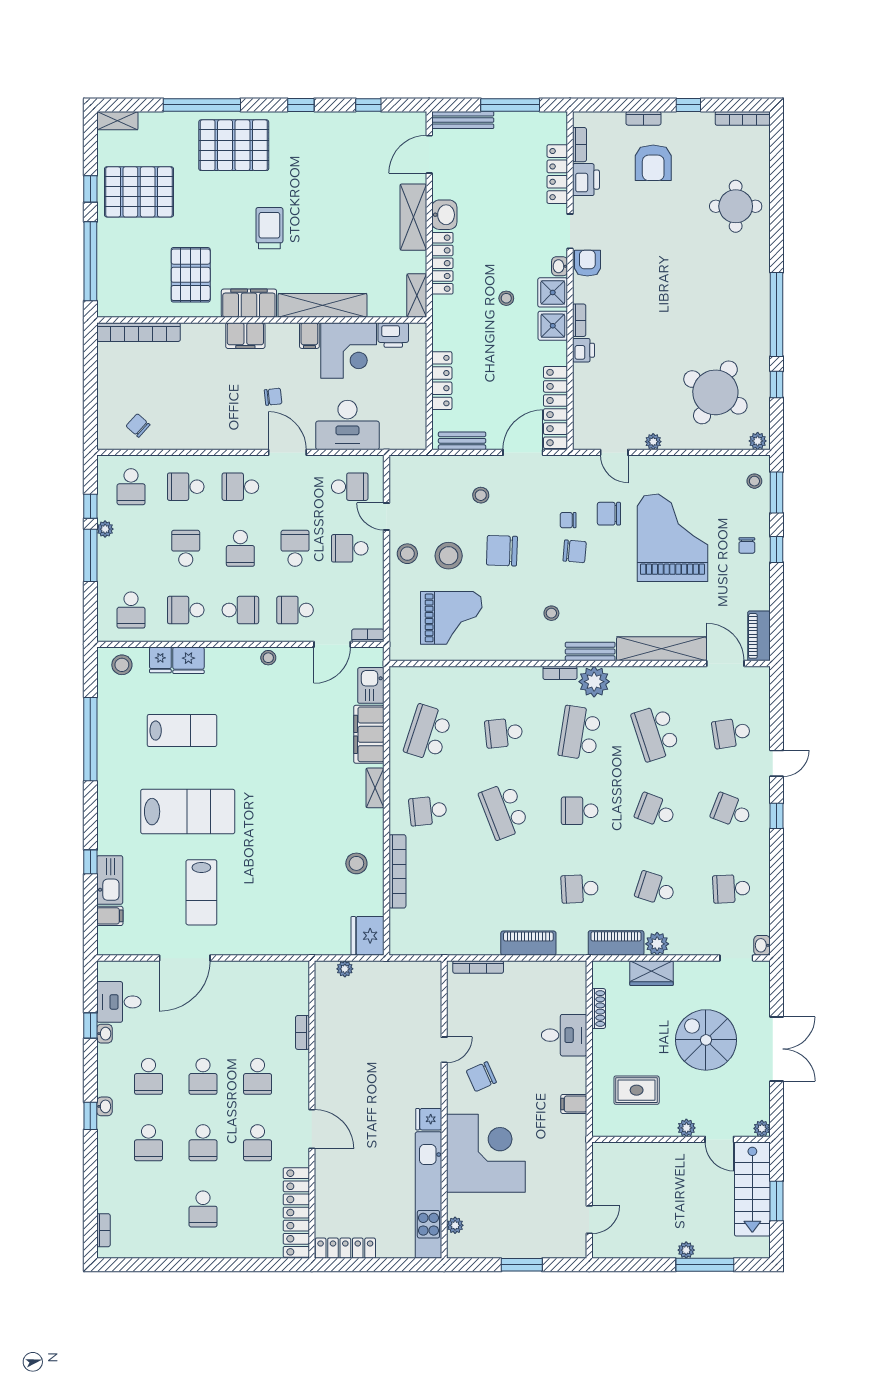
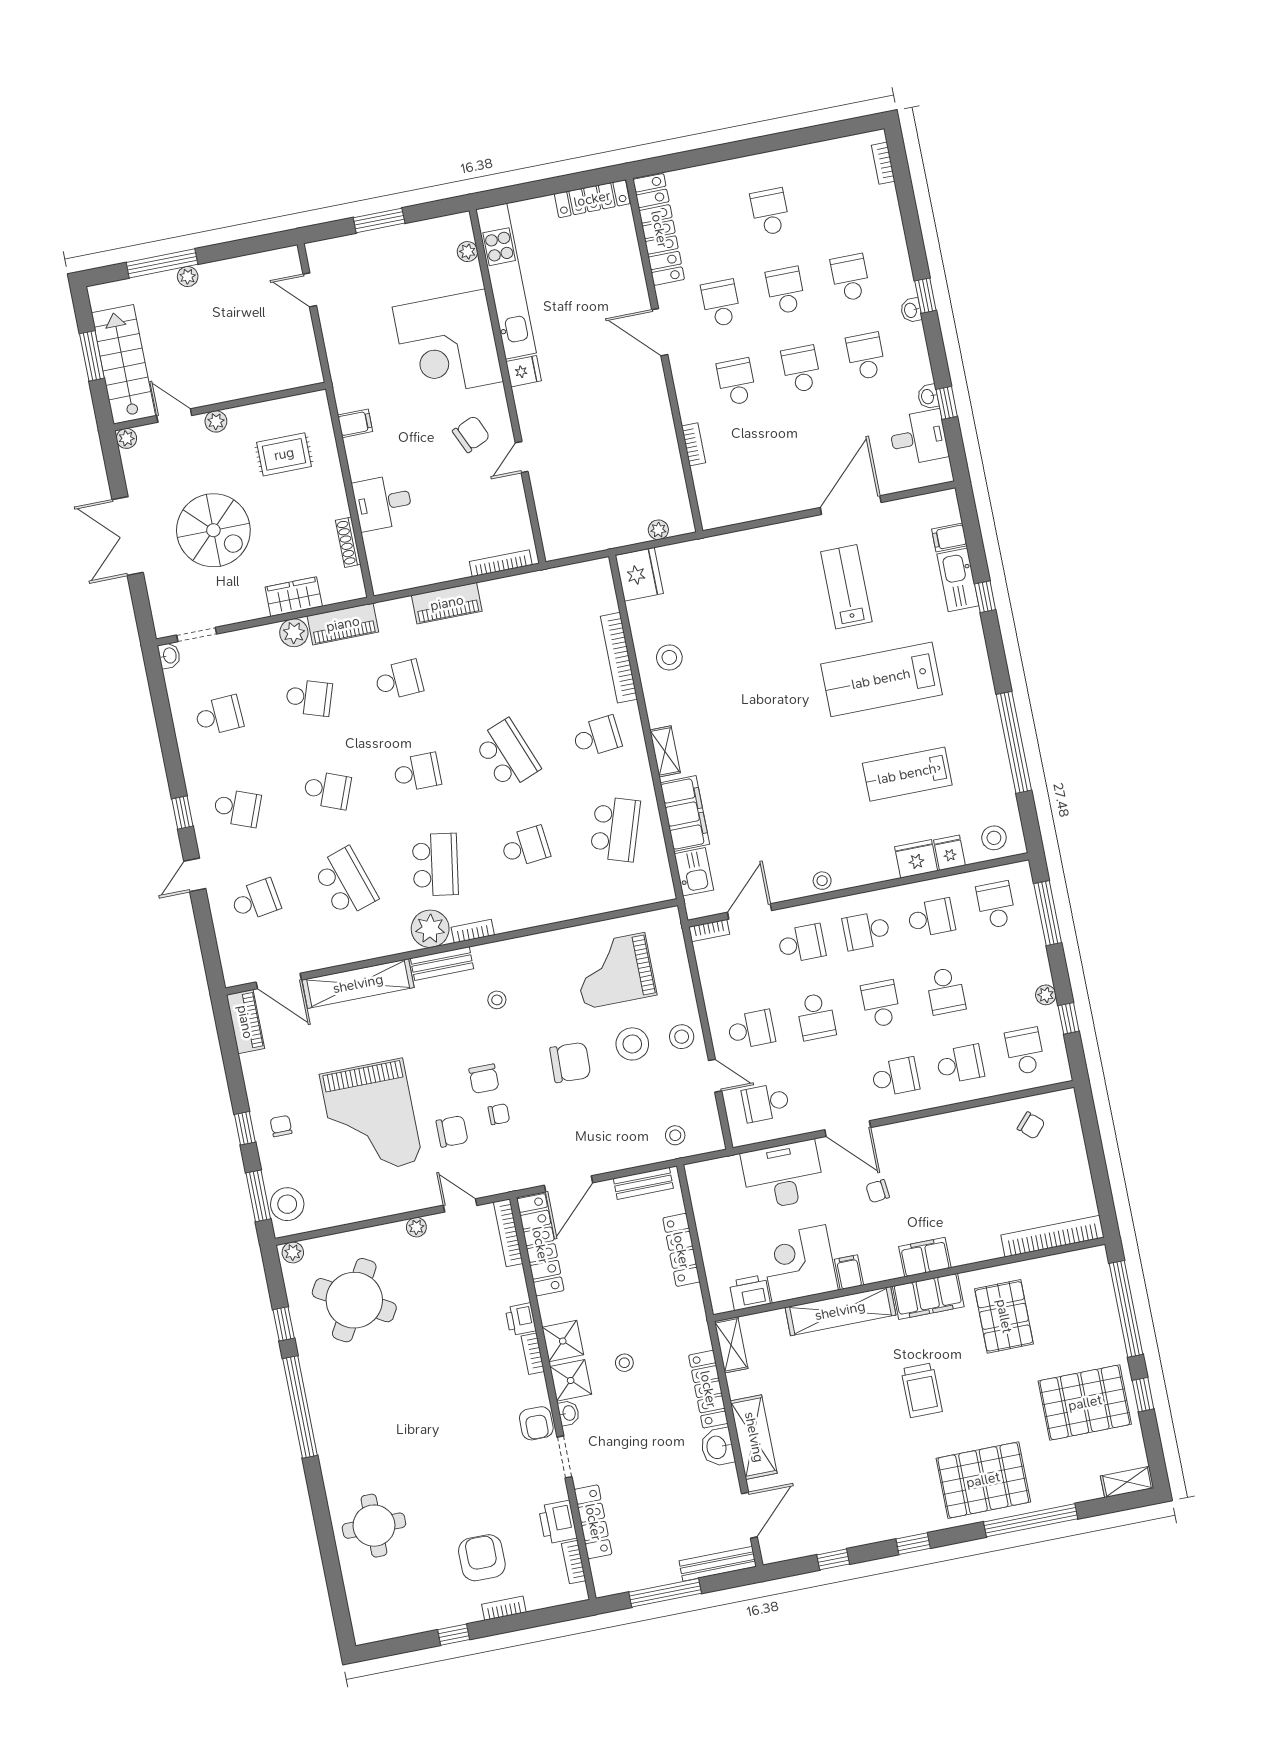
bookcase: (743, 118) -> (508, 1233), moved, turned -90
stool: (754, 481) -> (287, 1204), width x1.89, depth x1.89
stool: (481, 495) -> (675, 1135), moved
chair: (575, 551) -> (484, 1079), turned -95
window: (90, 555) -> (1048, 913), moved
door: (589, 1220) -> (310, 290), hinge flipped

